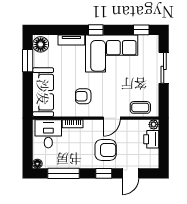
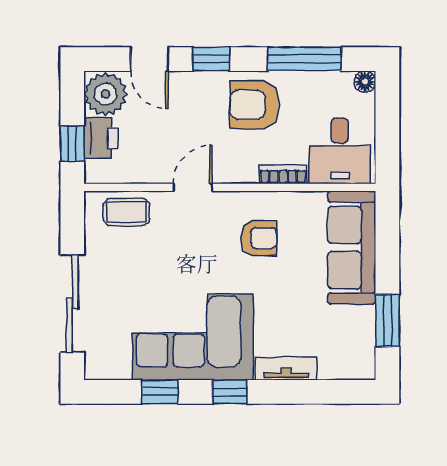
window: (141, 30) -> (160, 392), moved
floor lamp: (41, 44) -> (358, 358), removed
sliding door: (164, 68) -> (72, 304), width x1.37
plant: (154, 124) -> (105, 94), moved, width x1.87, depth x1.87
window: (164, 137) -> (72, 143), added
armchair: (106, 150) -> (255, 105), moved
door: (130, 173) -> (149, 59), swing flipped

